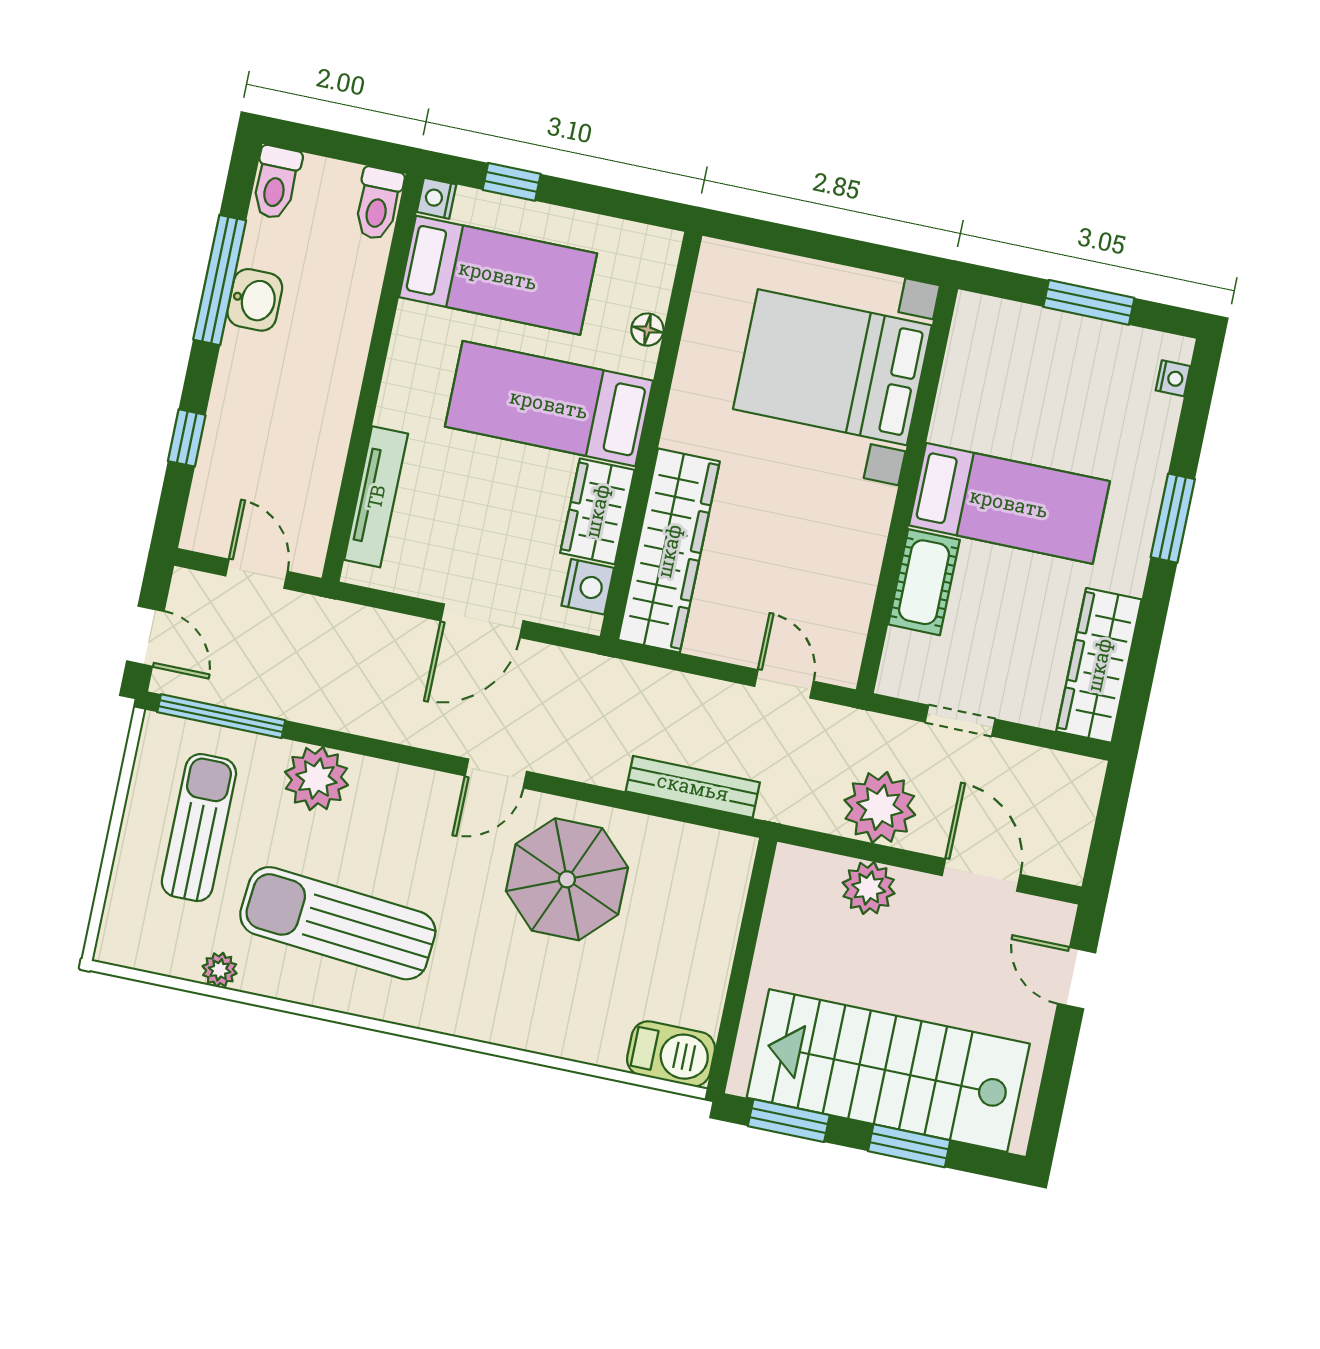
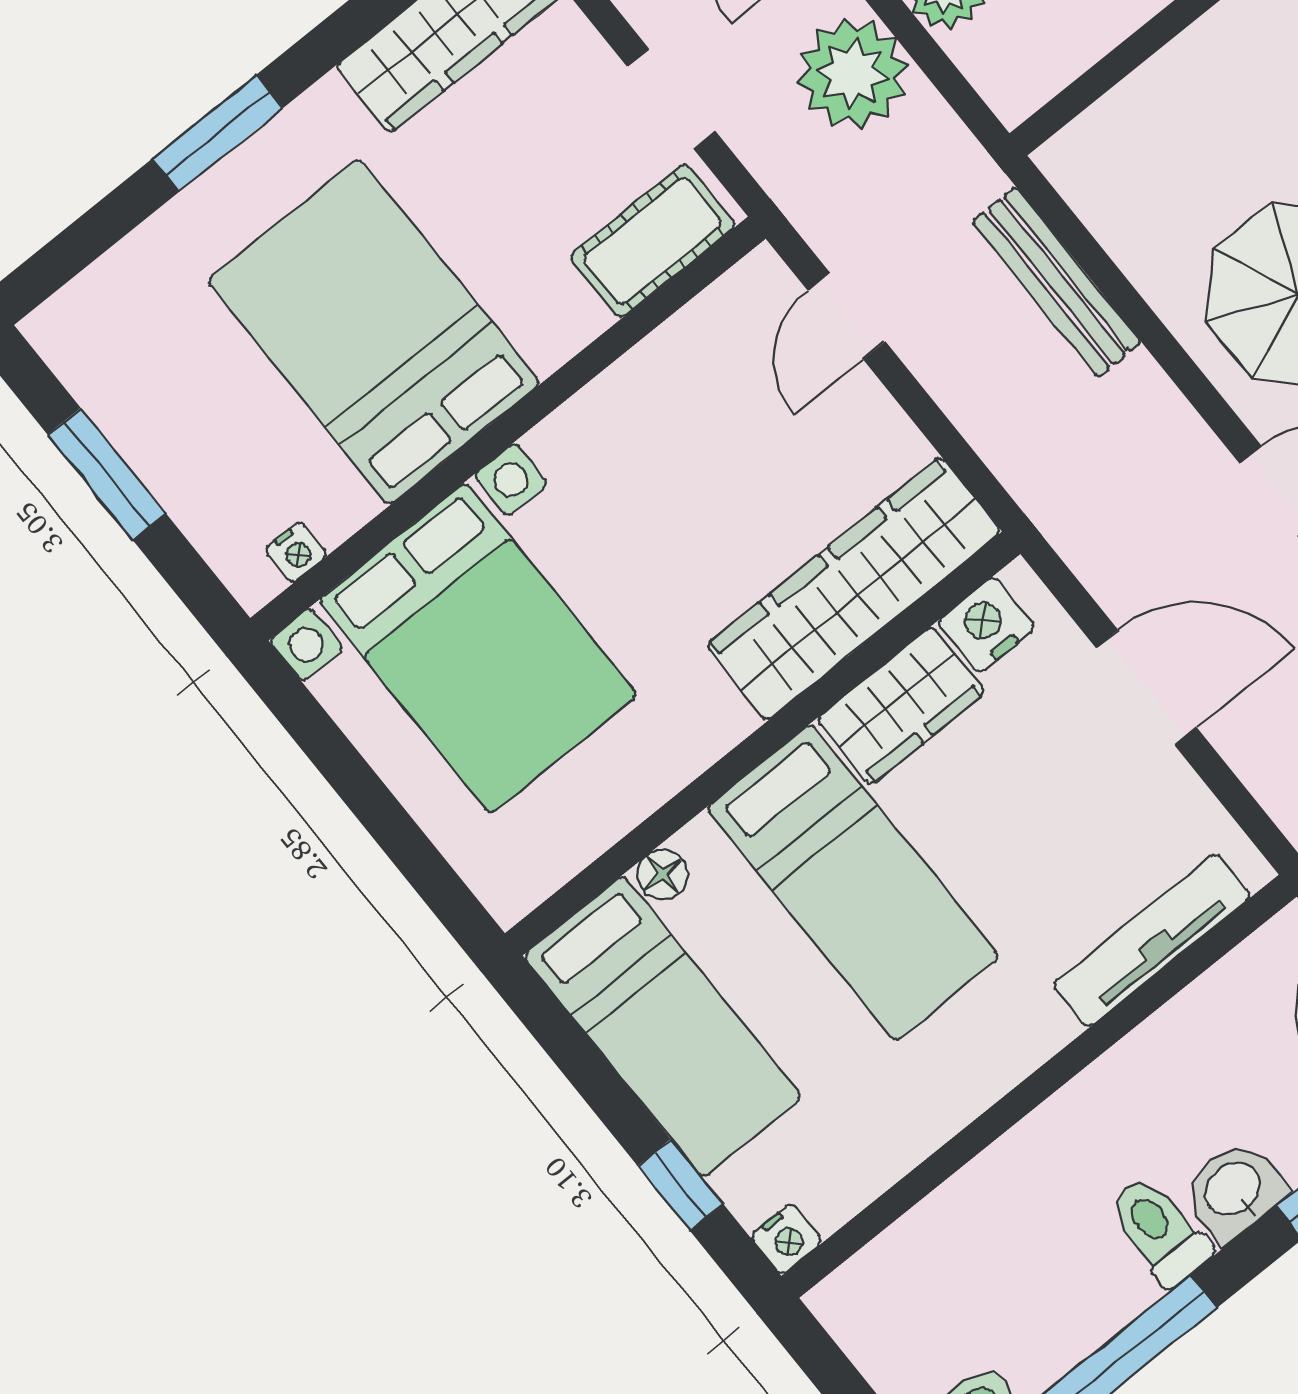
toilet: (378, 204) -> (1159, 1231), moved, turned -90
bed: (498, 275) -> (663, 1026), moved, turned 180
washbasin: (255, 300) -> (1234, 1190), moved
nightstand: (1173, 378) -> (296, 552), moved, turned 180
bed: (1009, 503) -> (374, 332), width x1.50
cot: (924, 582) -> (653, 241), moved

